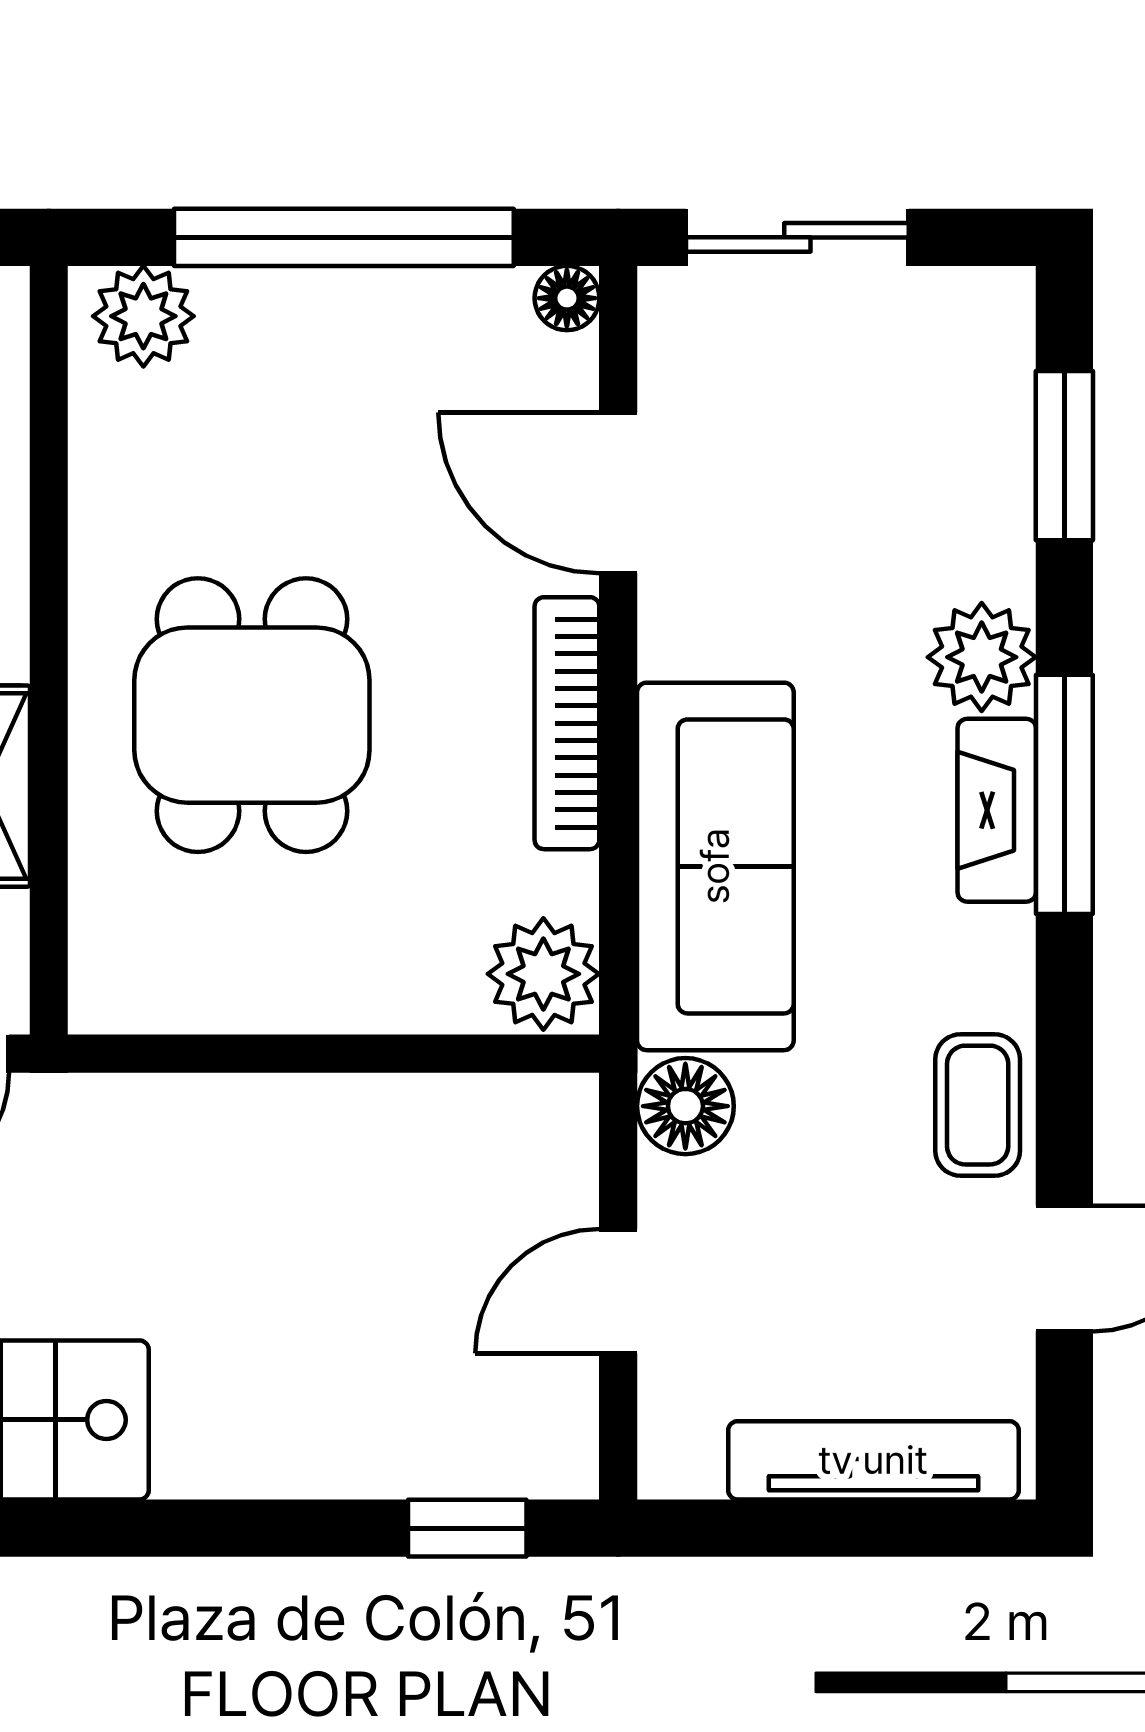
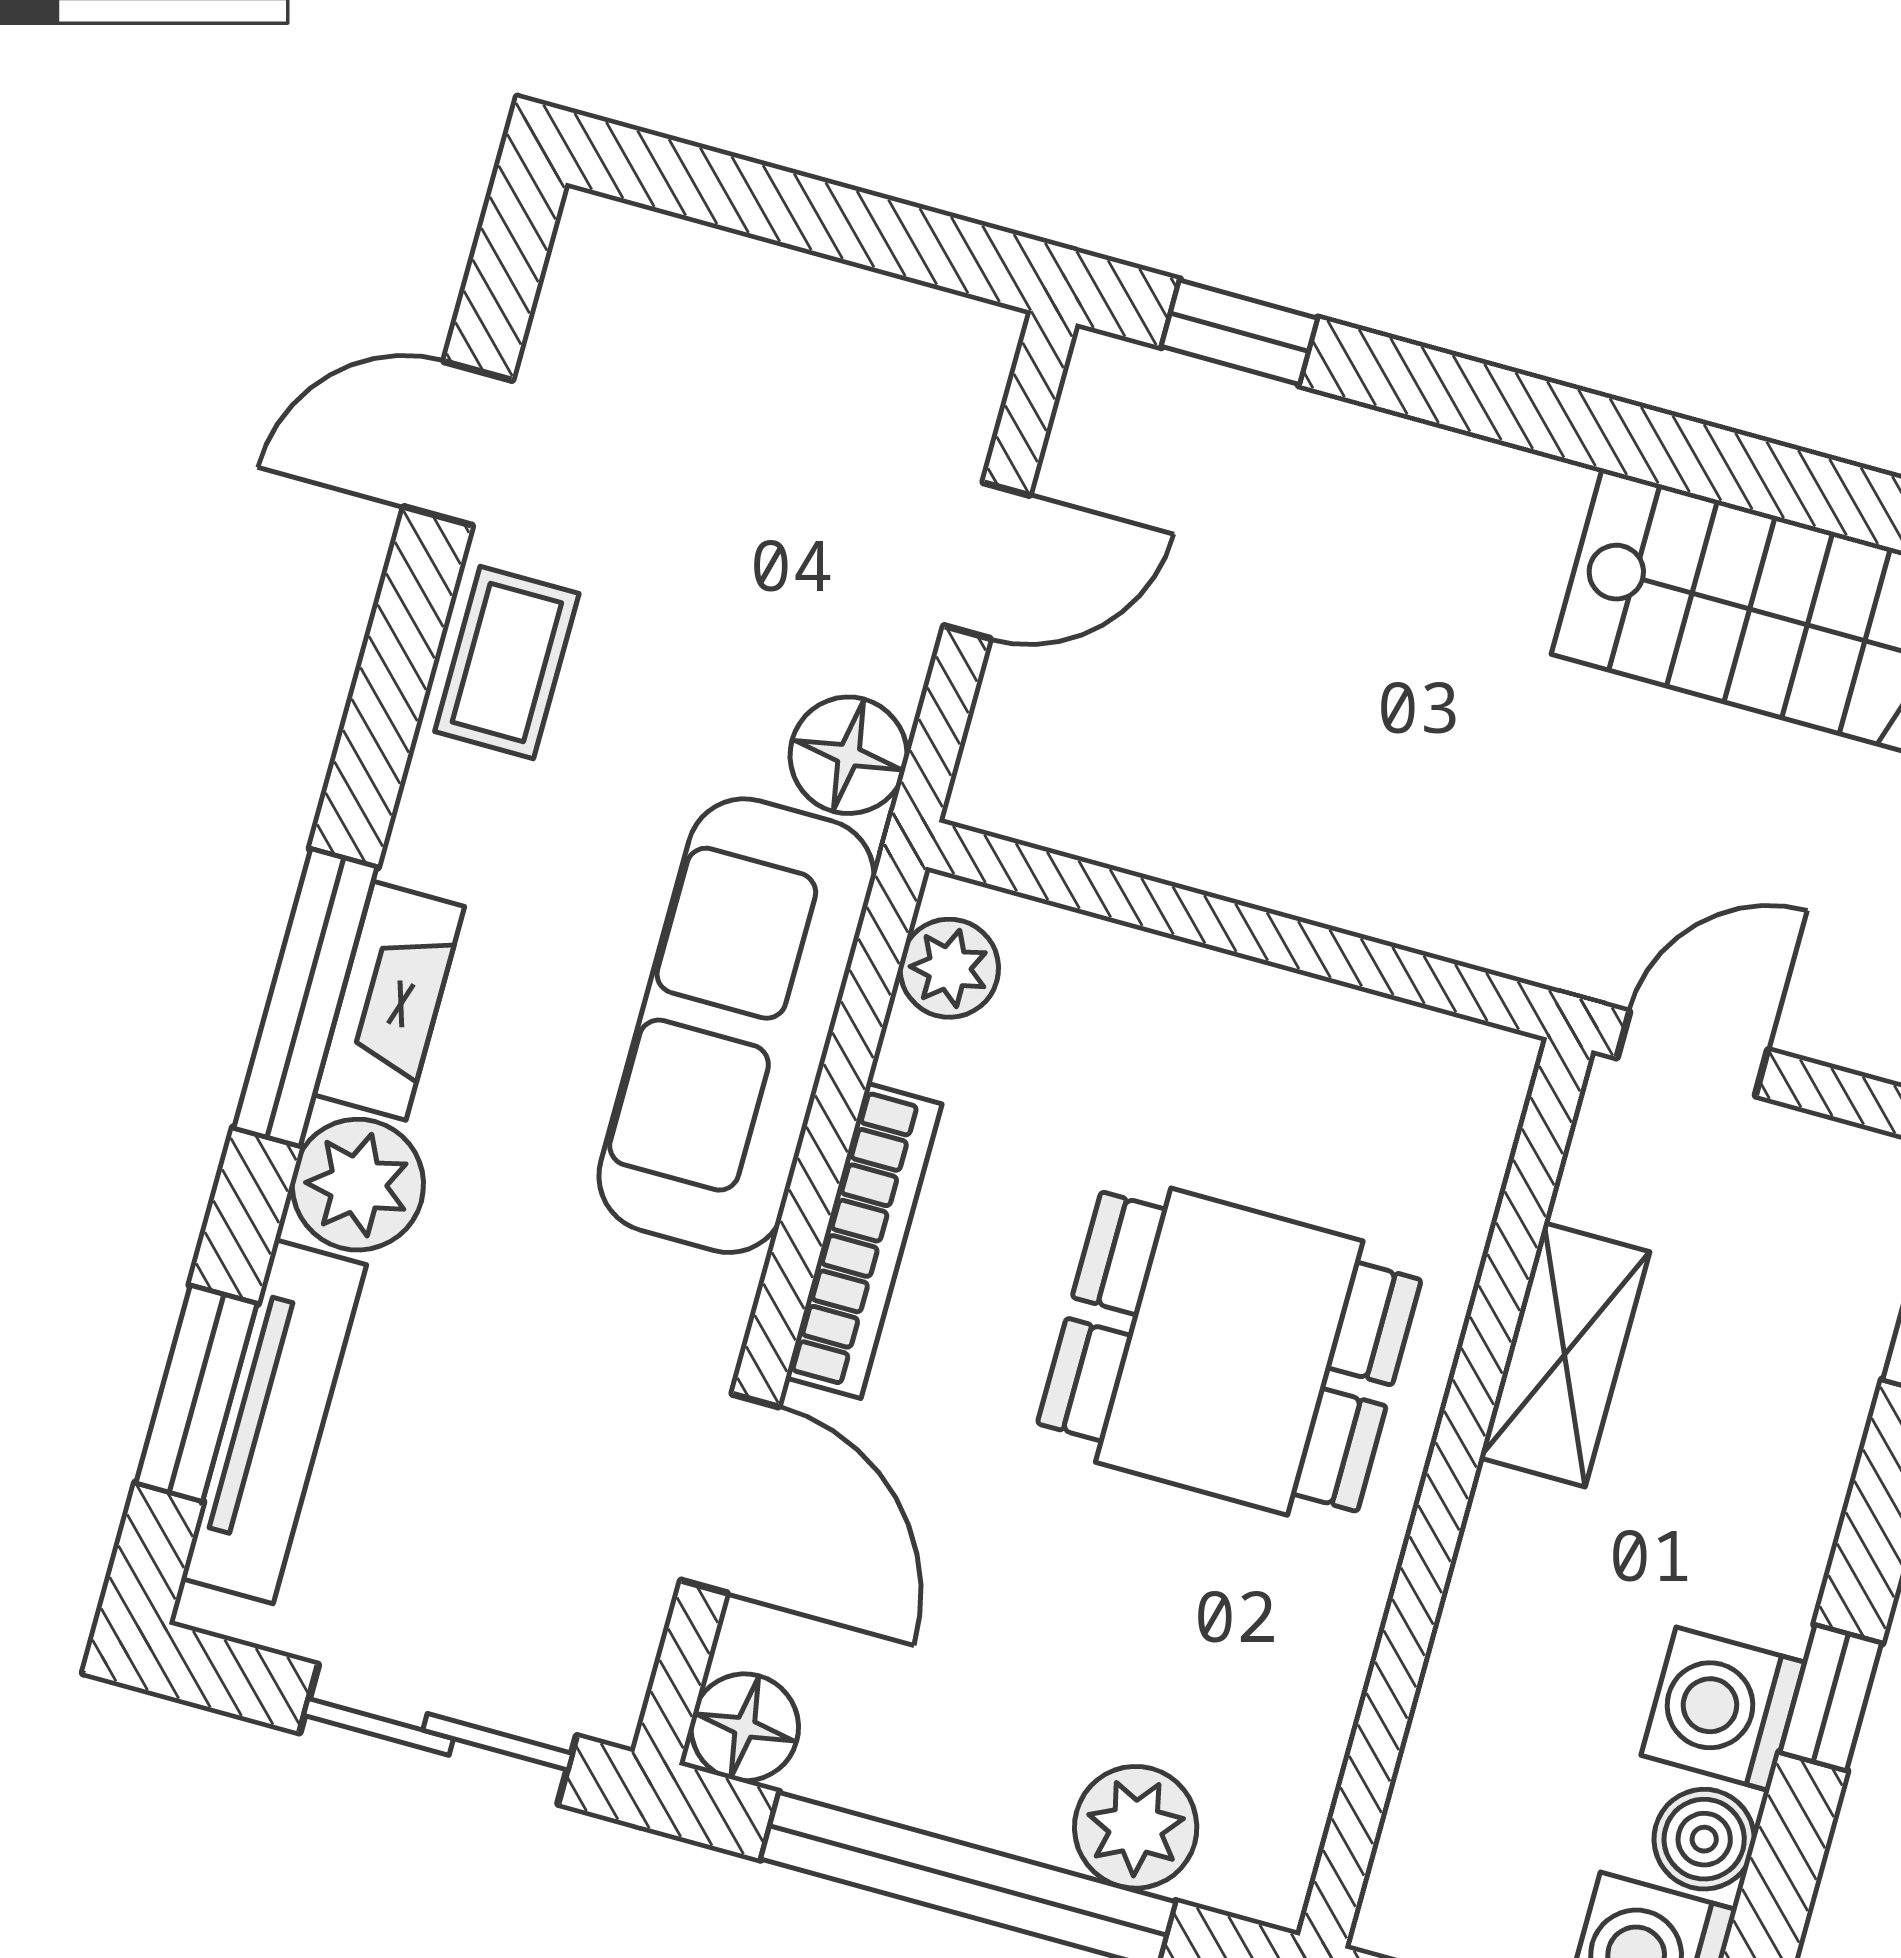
floor lamp: (567, 298) -> (745, 1727), width x1.37, depth x1.37
plant: (143, 316) -> (1136, 1827), moved
dining table: (252, 715) -> (1229, 1352), turned 90
plant: (543, 974) -> (949, 968), width x0.73, depth x0.73
tv unit: (873, 1460) -> (274, 1422), moved, turned -90

